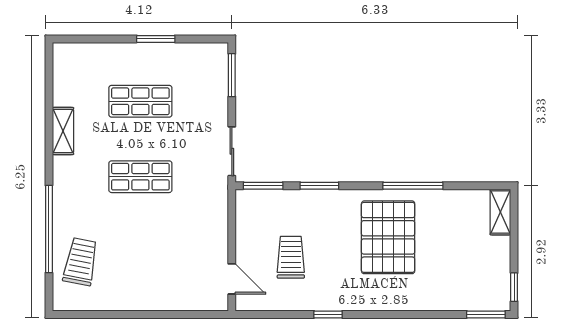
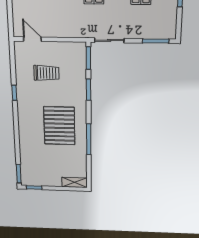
pallet: (388, 237) -> (59, 126), turned 90
door: (232, 279) -> (32, 39), swing flipped

